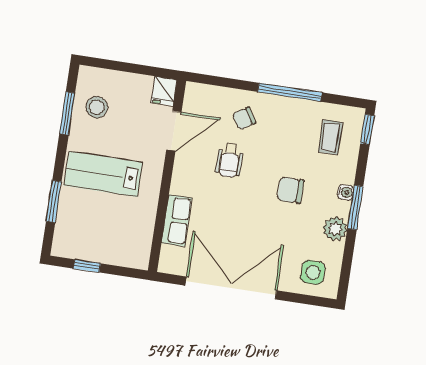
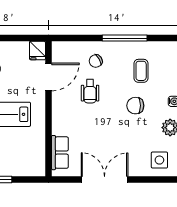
coffee table: (330, 137) -> (141, 71), moved
row of seats: (177, 220) -> (60, 153), moved
double door: (231, 288) -> (105, 179), width x0.73

